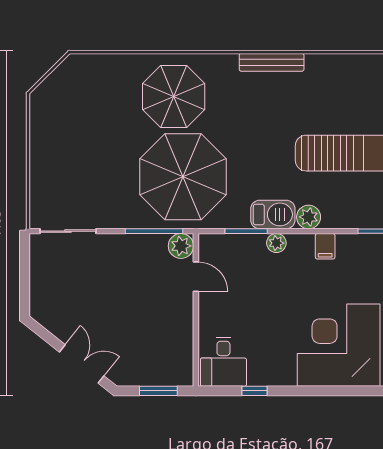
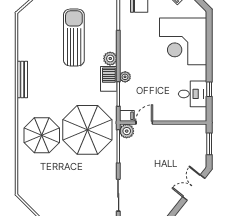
filing cabinet: (325, 246) -> (127, 116), moved
desk: (223, 362) -> (193, 94), moved

